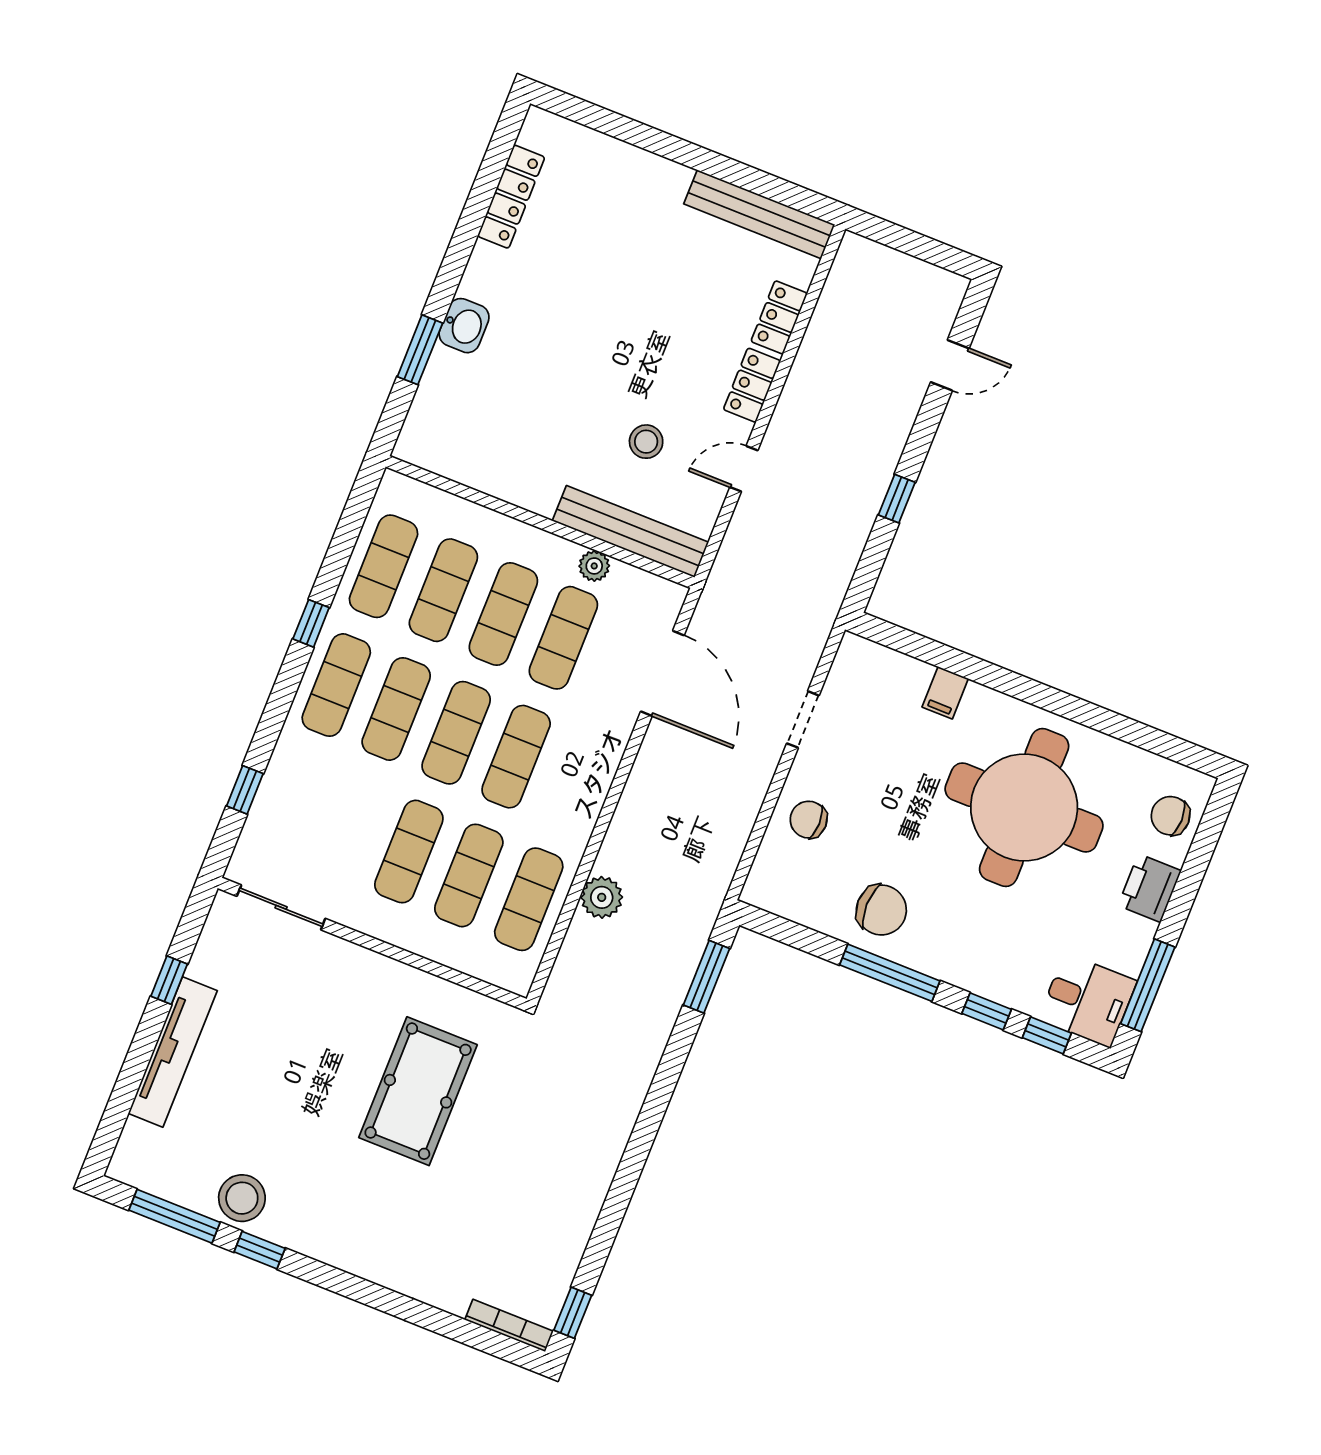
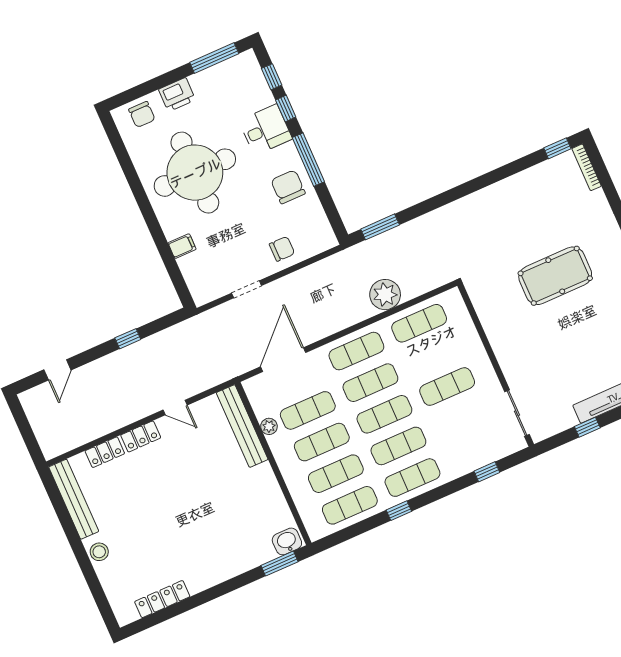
washbasin: (464, 326) -> (287, 541), moved
window: (420, 350) -> (279, 564), moved
door: (950, 365) -> (57, 370), swing flipped
stool: (646, 442) -> (99, 552), moved
chair: (809, 820) -> (282, 249), turned -90
exercise mat: (469, 875) -> (356, 351), moved
plant: (602, 897) -> (385, 295), width x1.36, depth x1.36
desk: (1087, 1000) -> (266, 130), moved, turned 90
pool table: (418, 1091) -> (555, 276), moved

